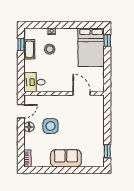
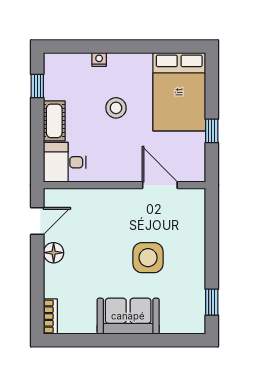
window: (107, 40) -> (212, 131), moved
cot: (29, 49) -> (54, 121), moved
stool: (50, 49) -> (116, 108), moved
side table: (51, 126) -> (148, 258), moved

